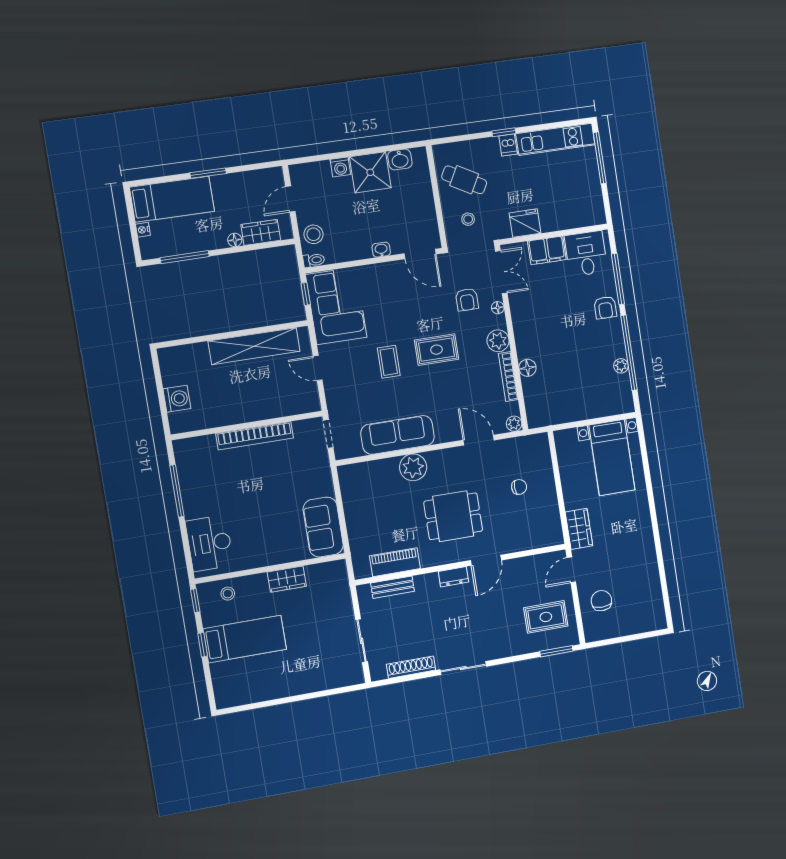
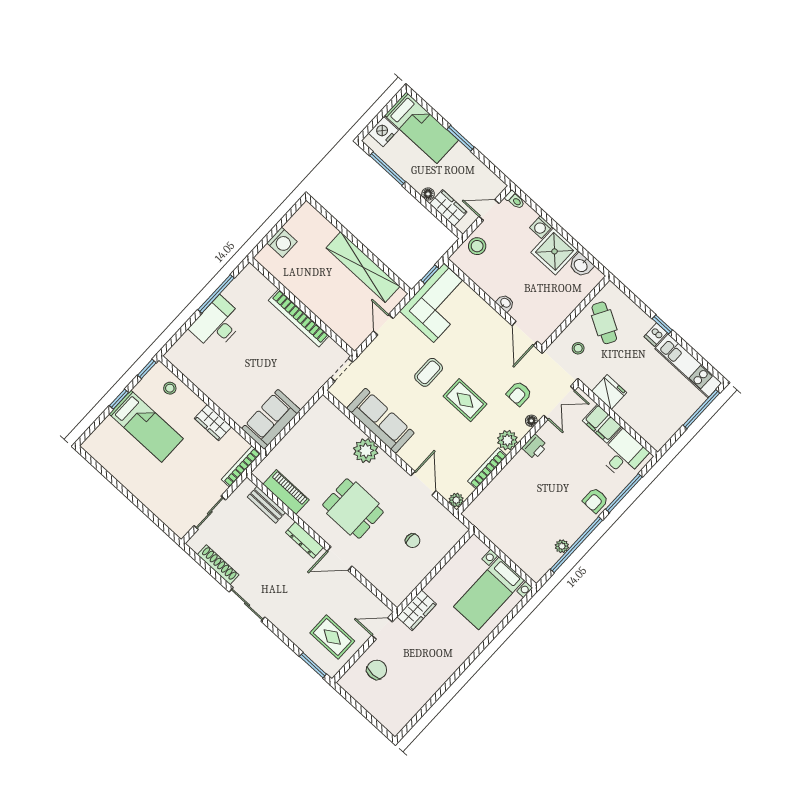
nightstand: (143, 230) -> (383, 132), width x1.89, depth x1.79
toilet: (314, 260) -> (515, 200), moved
printer: (521, 322) -> (535, 447), added
floor lamp: (527, 368) -> (505, 478), removed
desk: (210, 543) -> (217, 324), moved
dresser: (453, 577) -> (304, 540), width x1.44
bookcase: (343, 584) -> (241, 466), added

